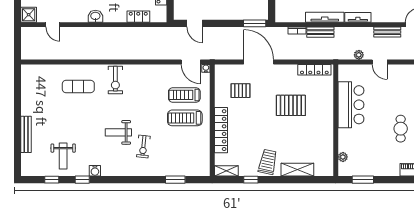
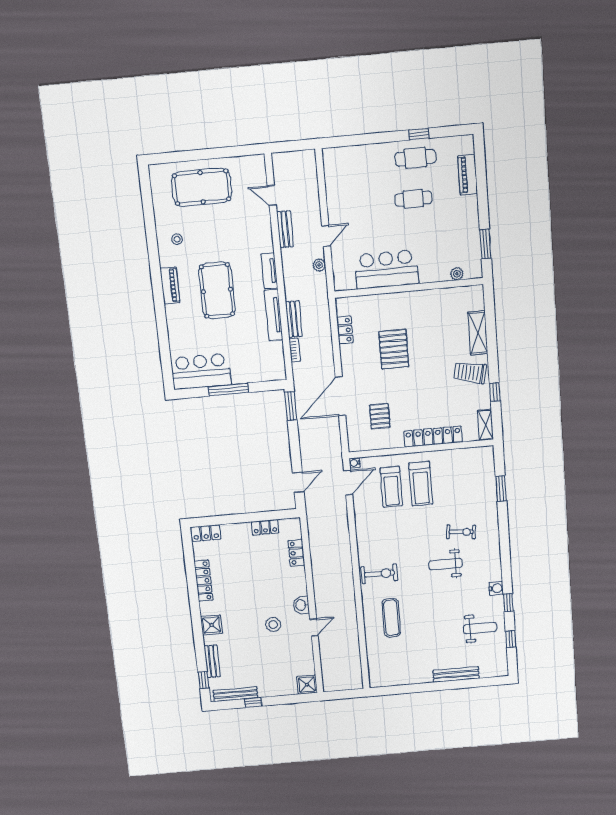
door: (53, 25) -> (314, 628), moved
locker: (314, 70) -> (345, 330), width x0.66
weight bench: (118, 132) -> (445, 564), turned 90

